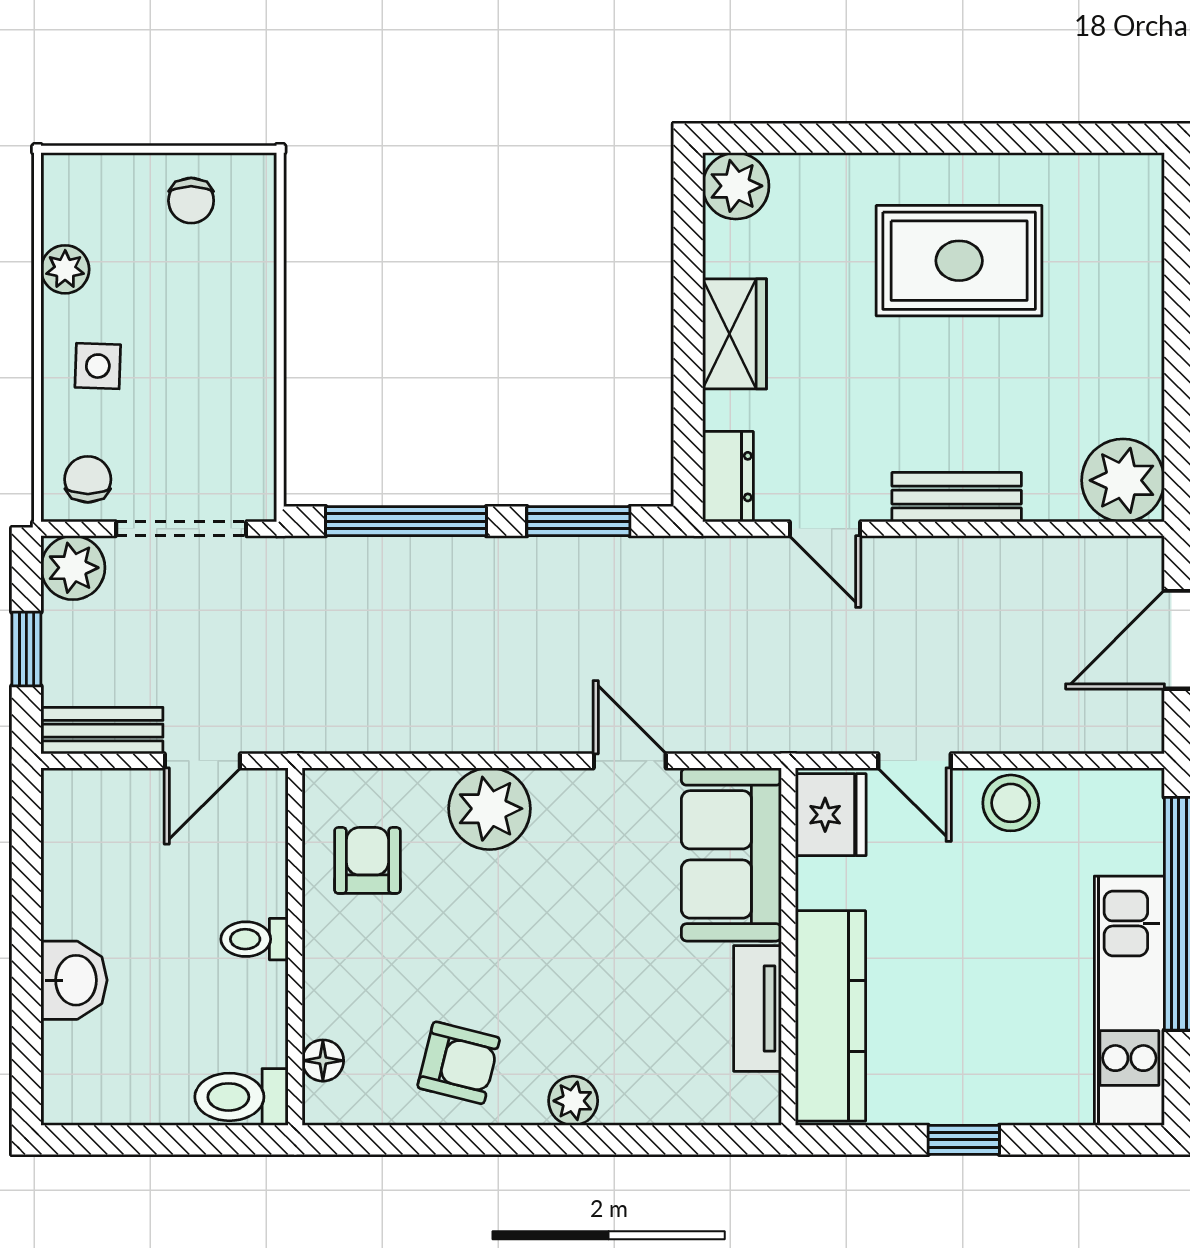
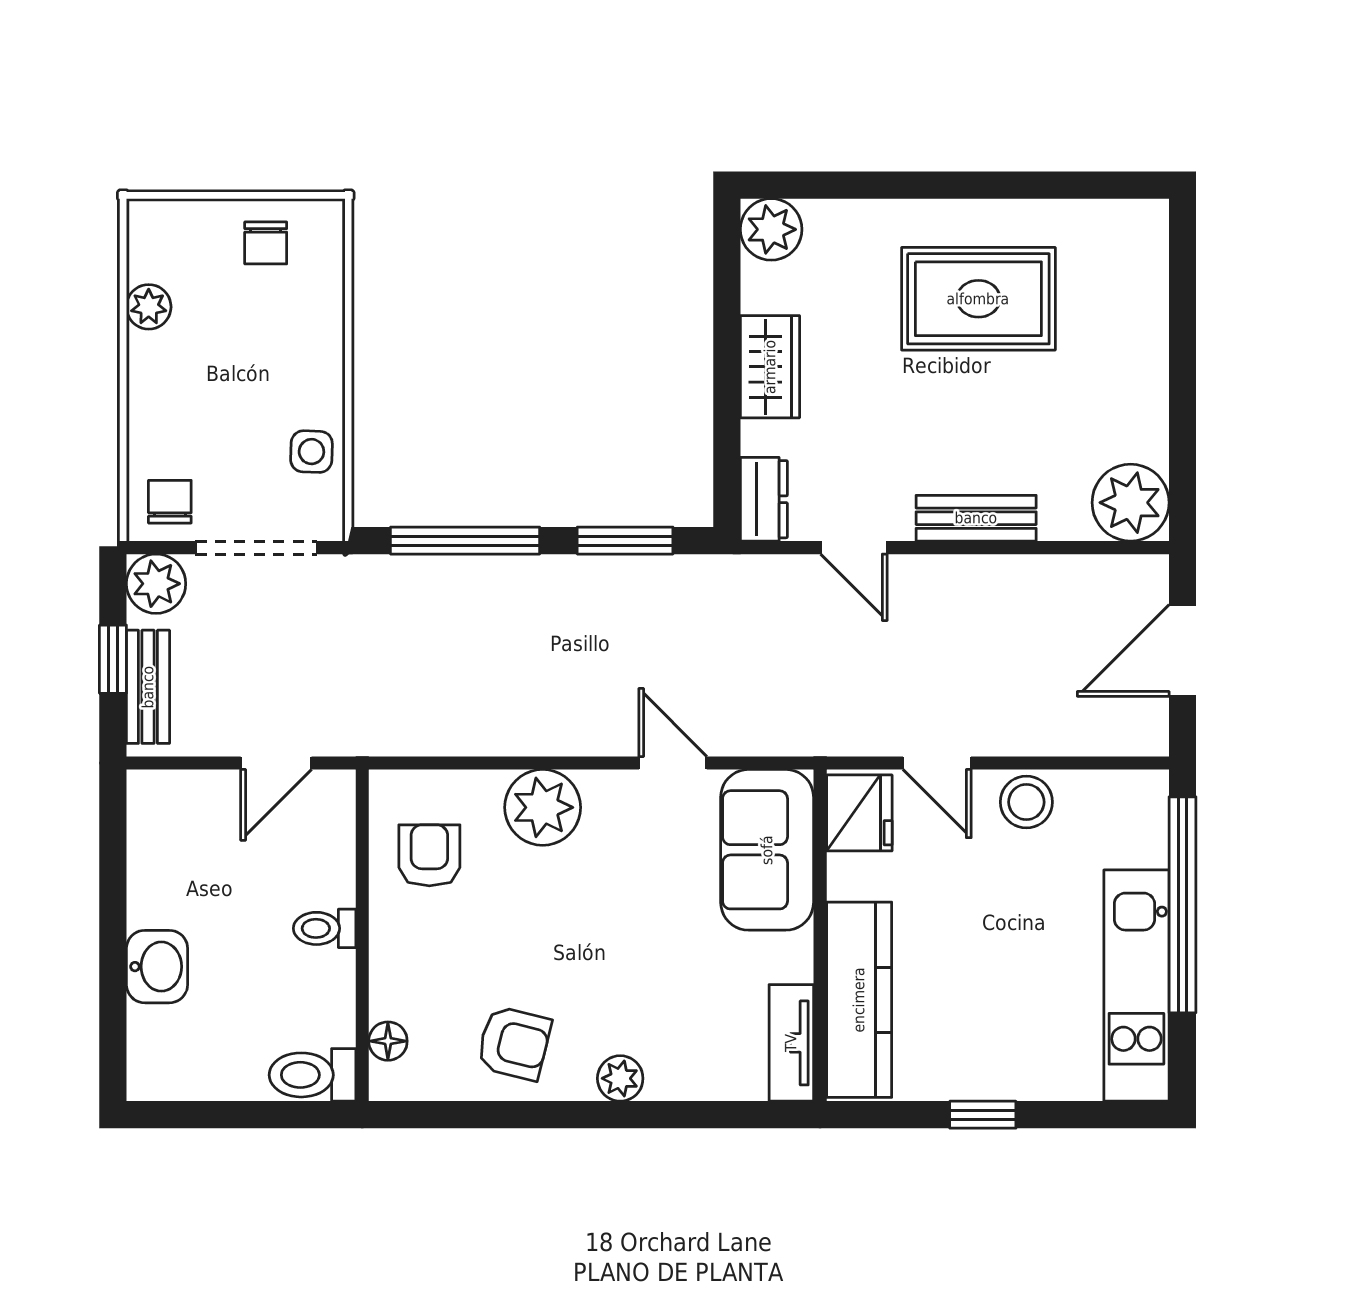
side table: (98, 366) -> (311, 452), moved
bench: (102, 731) -> (148, 687), moved, turned 90
tv unit: (757, 1008) -> (791, 1043), moved

